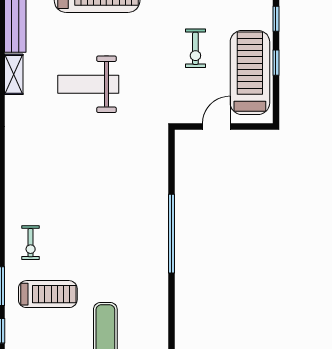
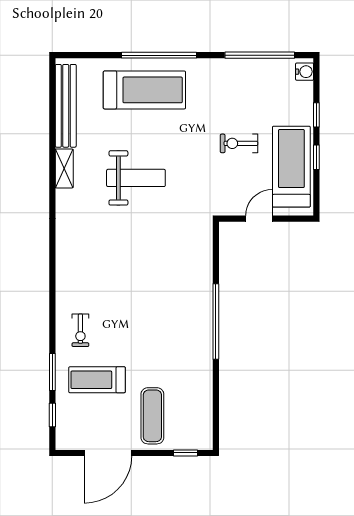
exercise bike: (195, 48) -> (239, 143), turned 90
weight bench: (88, 84) -> (136, 178), turned 180
treadmill: (48, 294) -> (97, 380), turned 180

